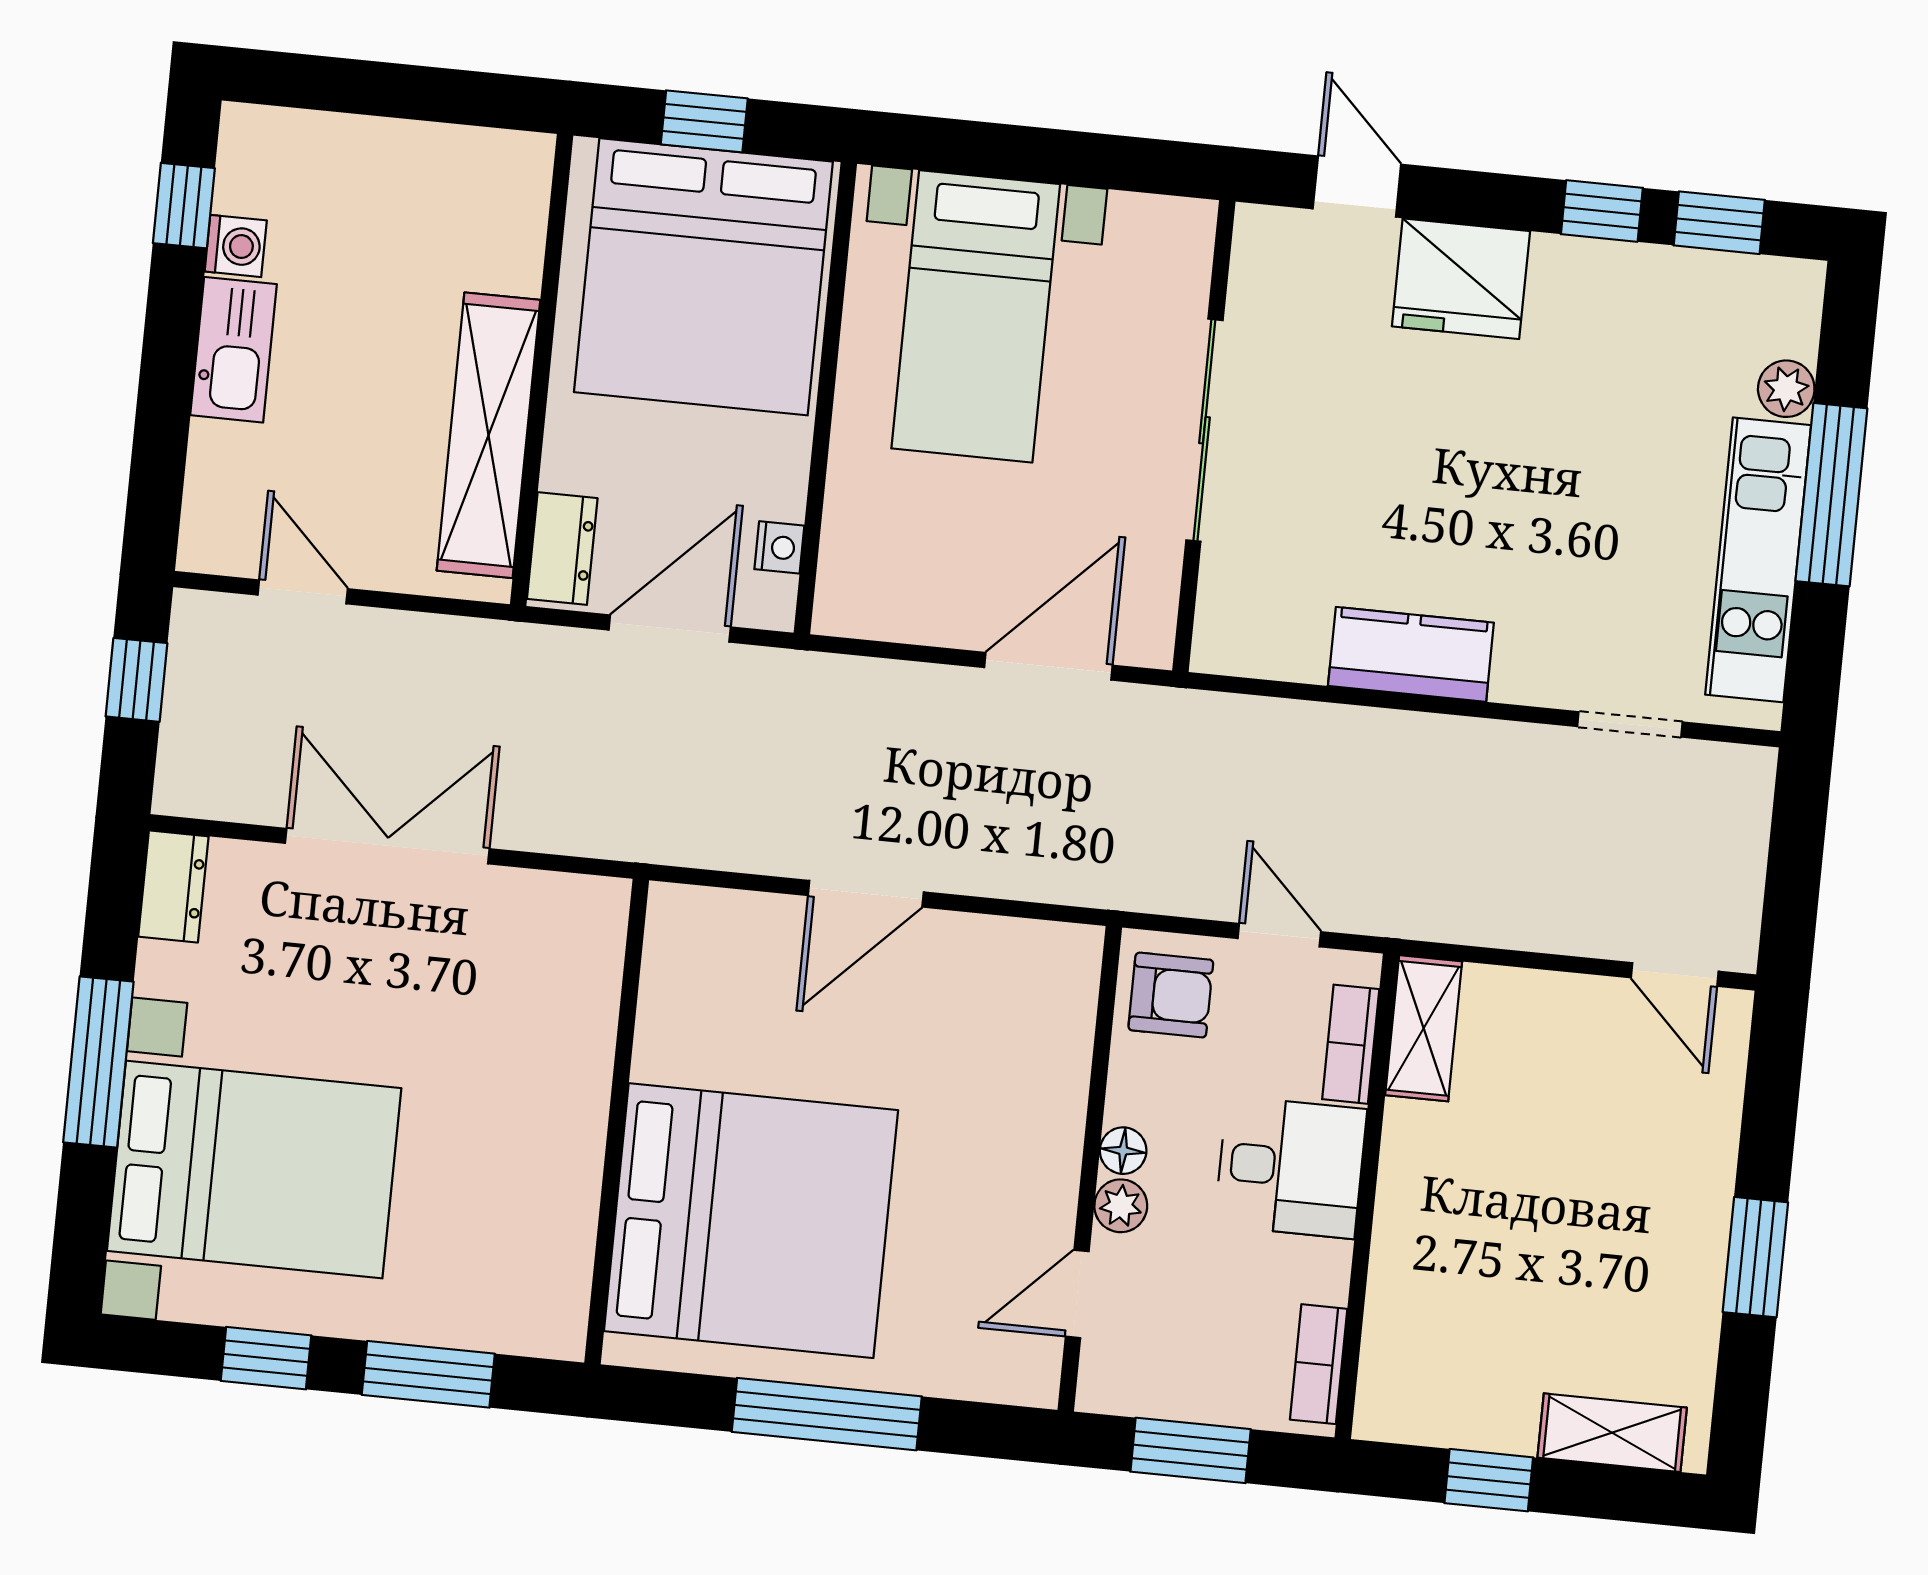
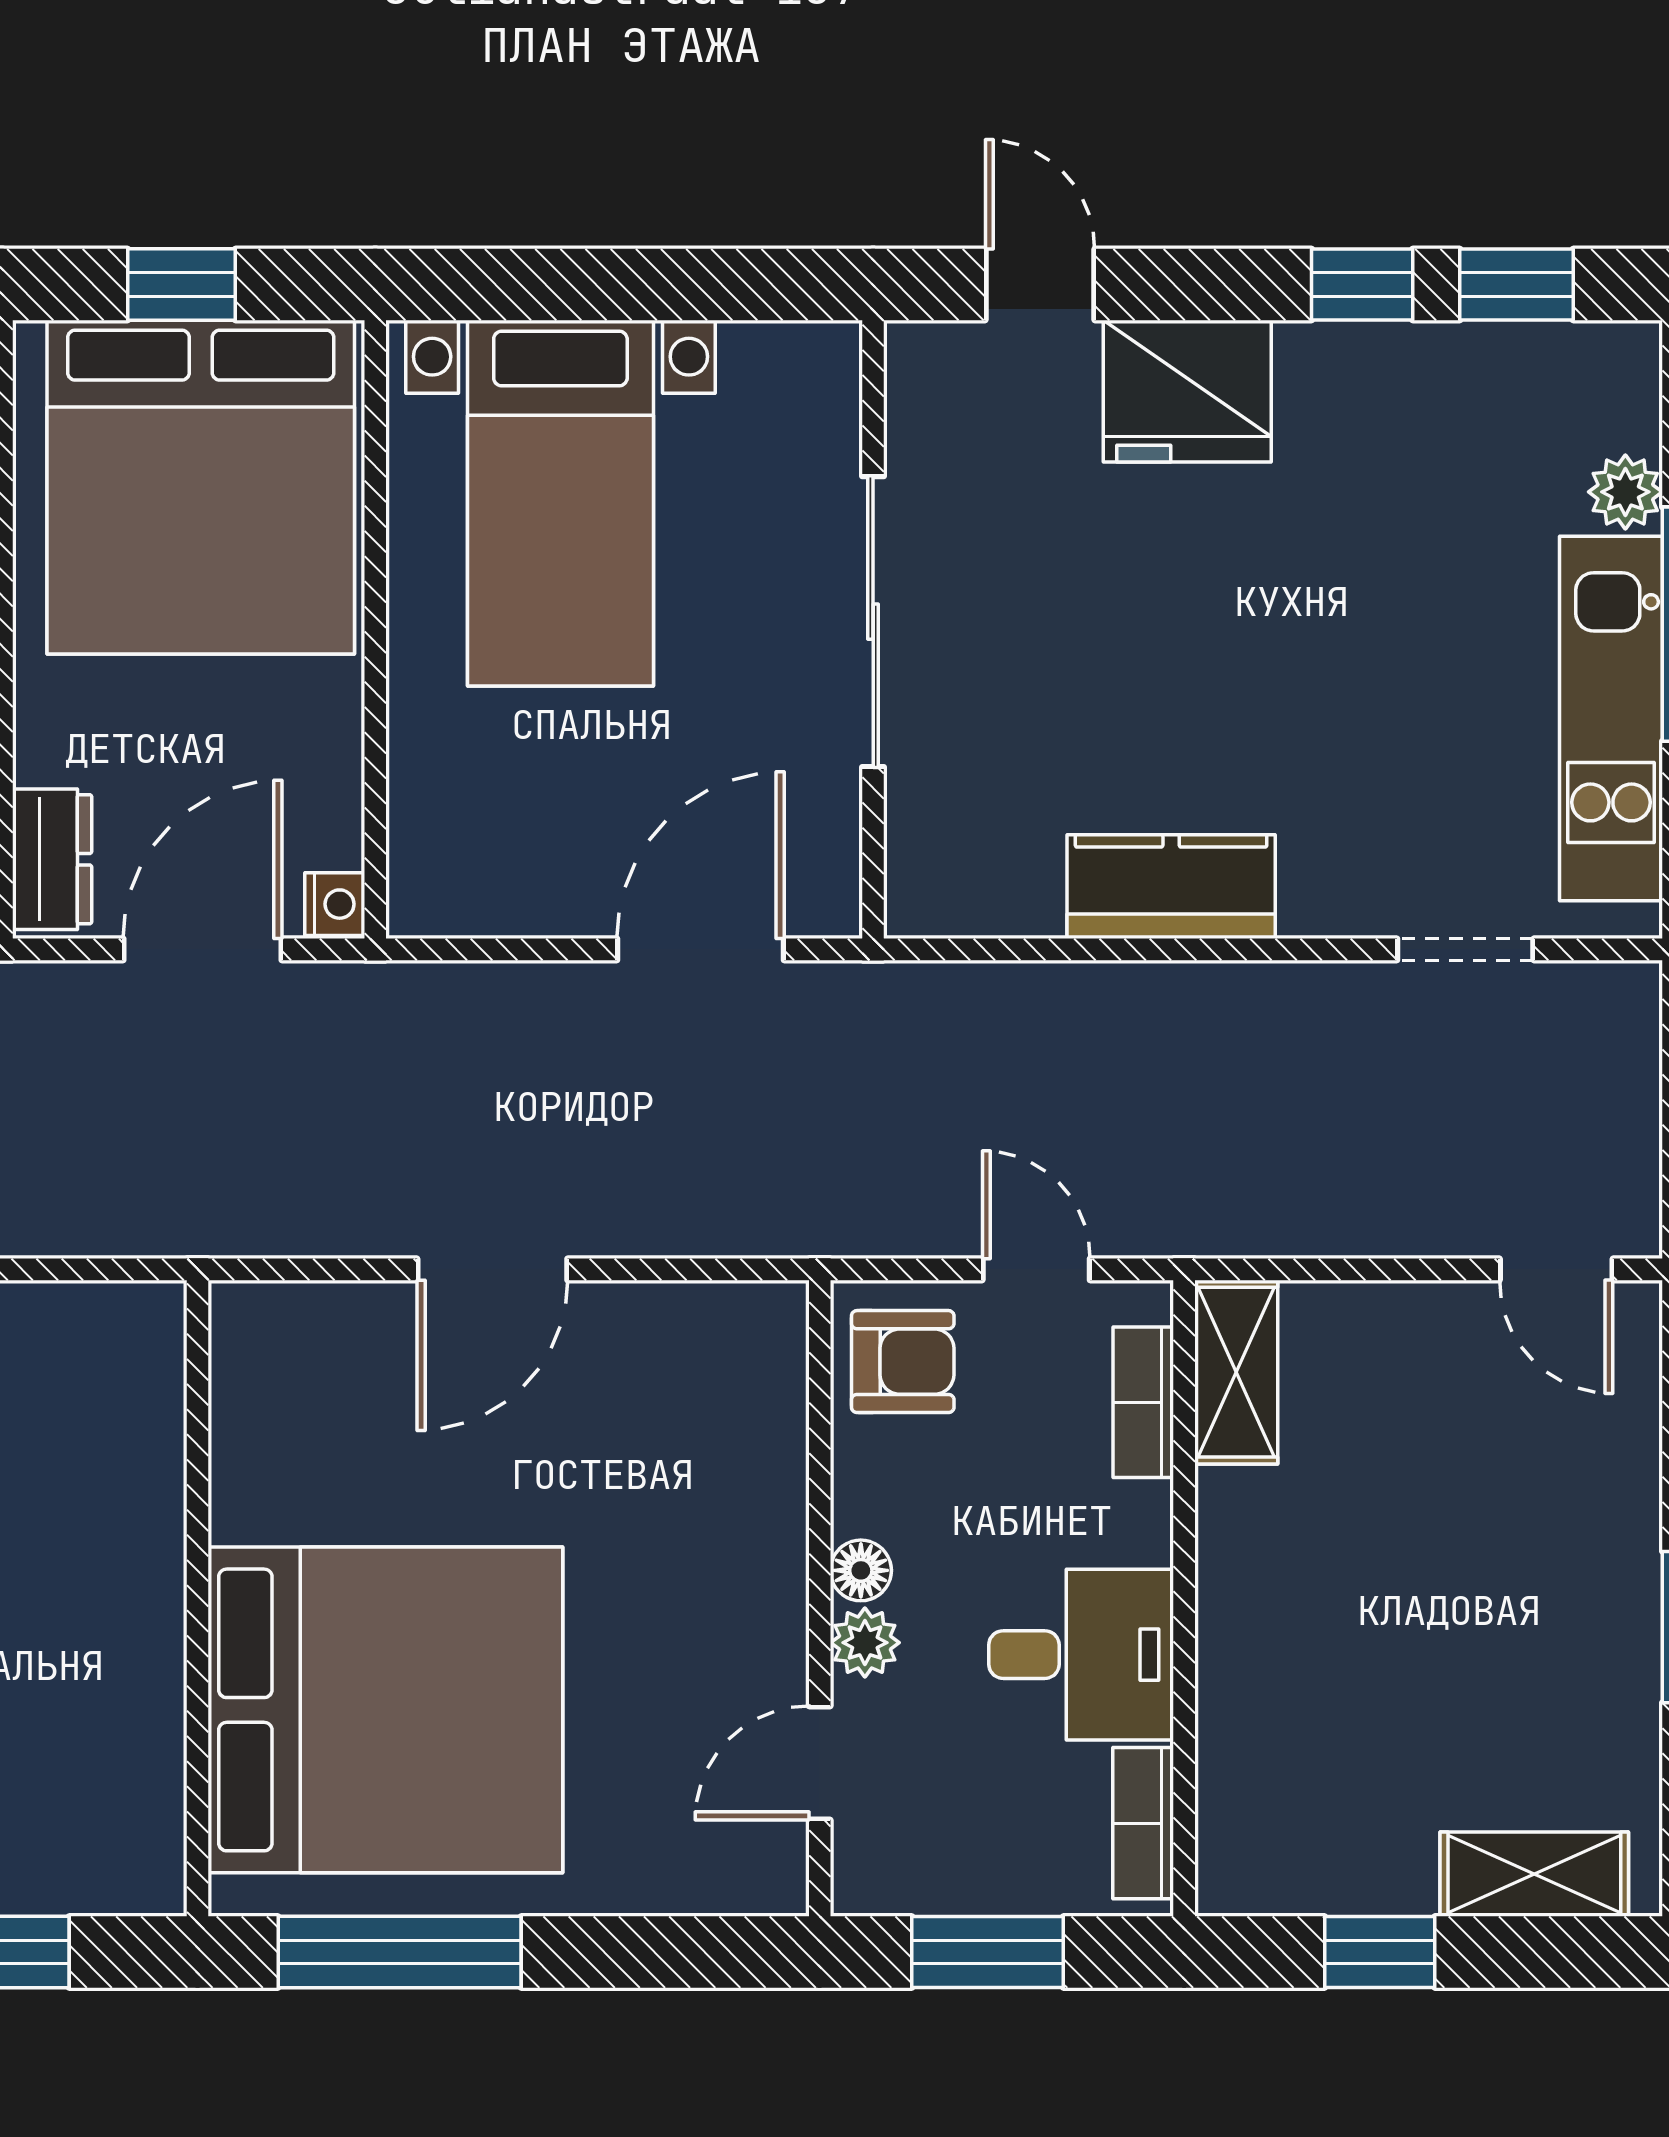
nightstand: (779, 547) -> (335, 904), moved
desk: (1291, 1167) -> (1081, 1655), moved
window: (827, 1414) -> (400, 1952), moved

